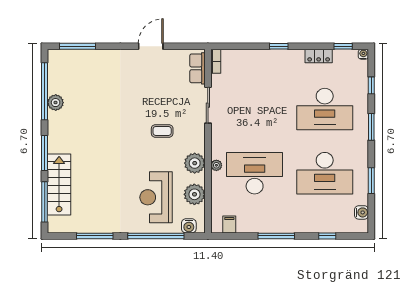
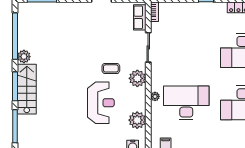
plant: (56, 103) -> (24, 57), moved
plant: (195, 163) -> (137, 78), moved
stairs: (59, 185) -> (27, 89), moved
reception desk: (156, 197) -> (101, 103), moved, turned 180

